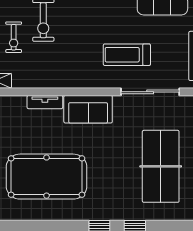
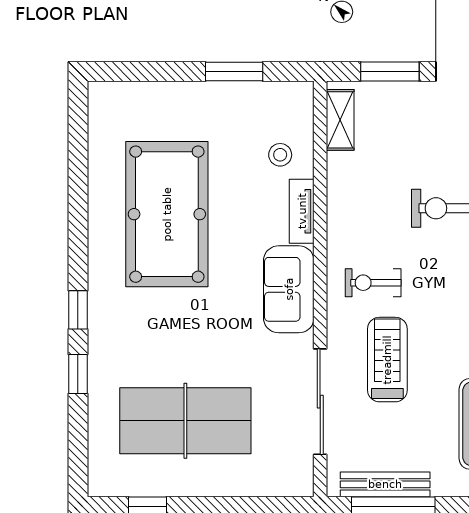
exercise bike: (14, 37) -> (373, 283), moved
stool: (14, 114) -> (280, 155), added

